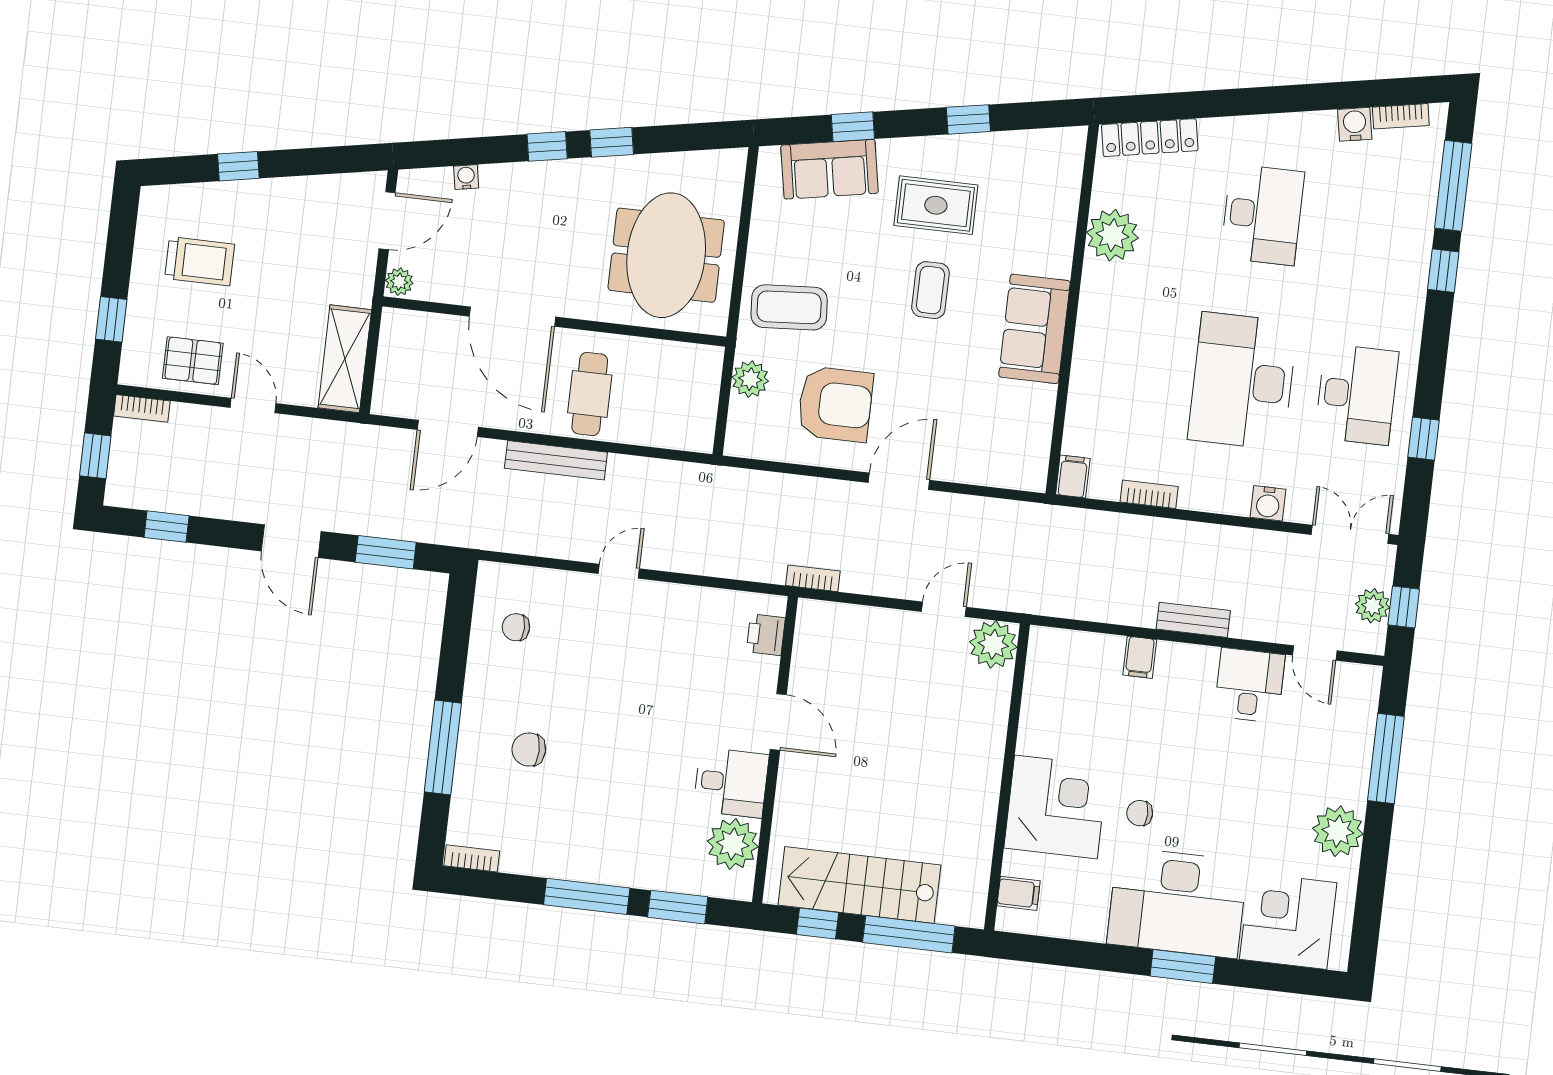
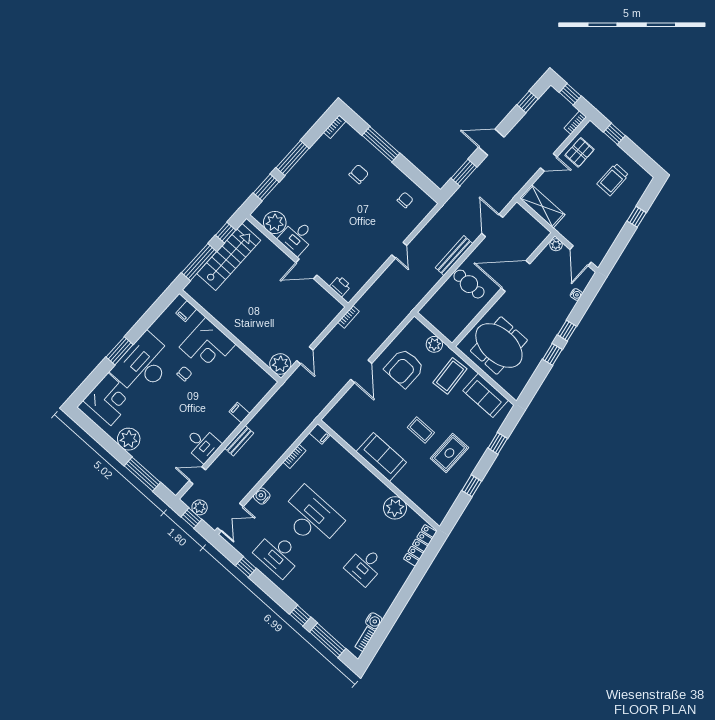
sofa: (830, 169) -> (486, 395), moved, turned -80
desk: (1262, 215) -> (365, 566), width x0.73

